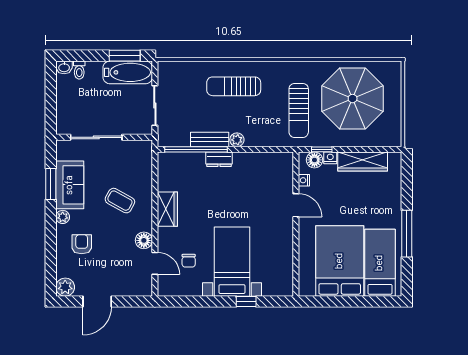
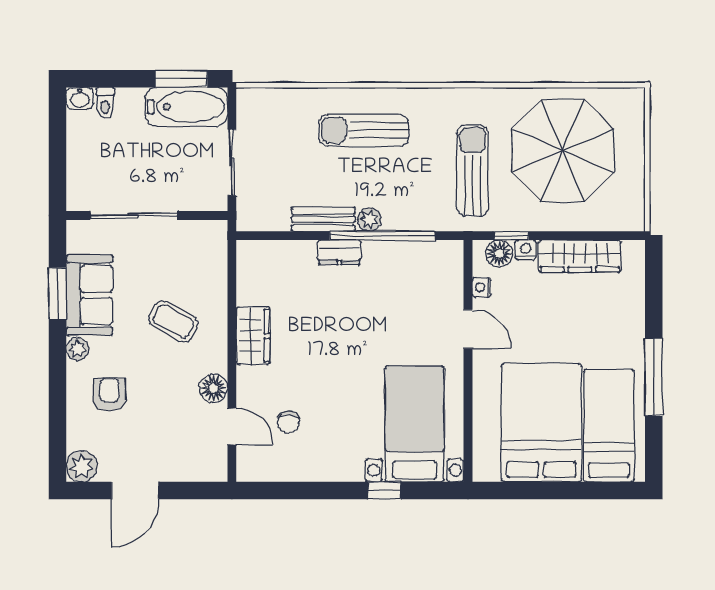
sun lounger: (299, 110) -> (473, 171), turned 180
window: (196, 149) -> (382, 236), moved
bed with nightstands: (232, 262) -> (415, 424), moved

